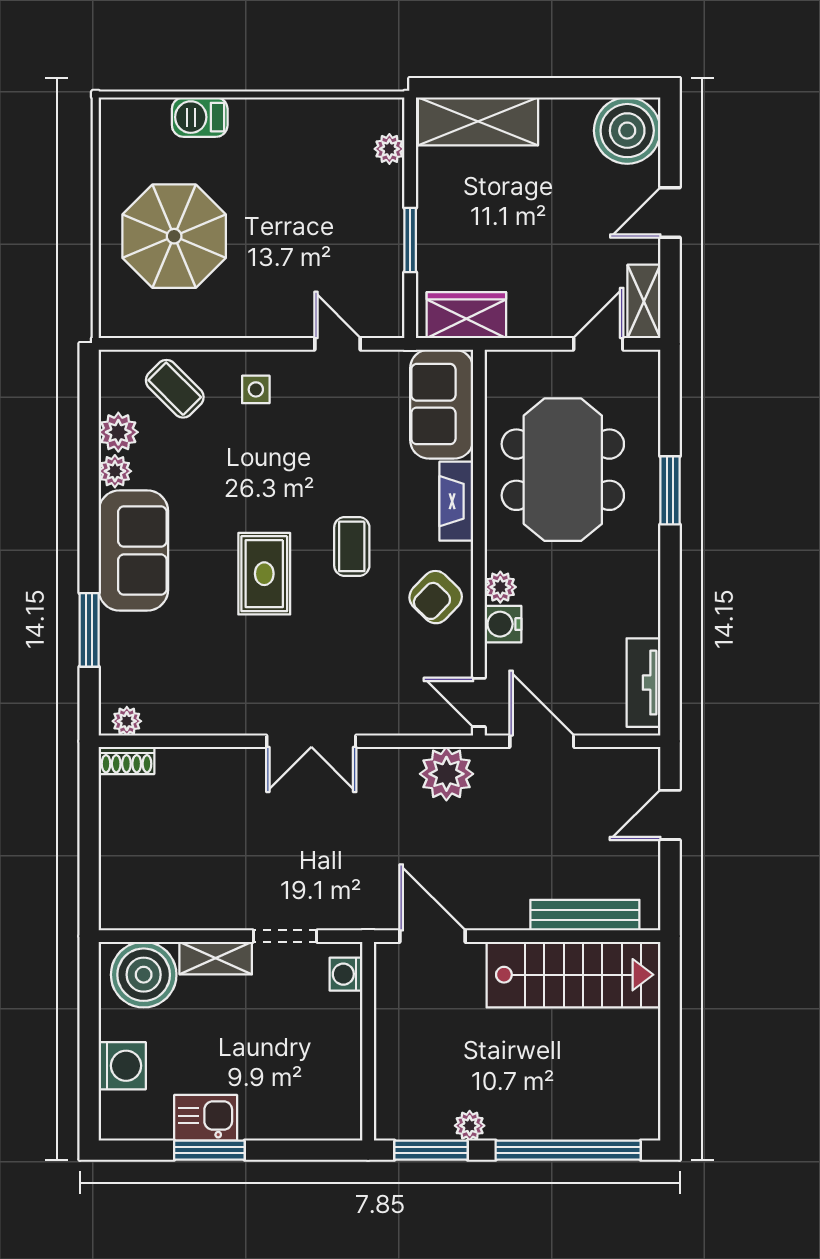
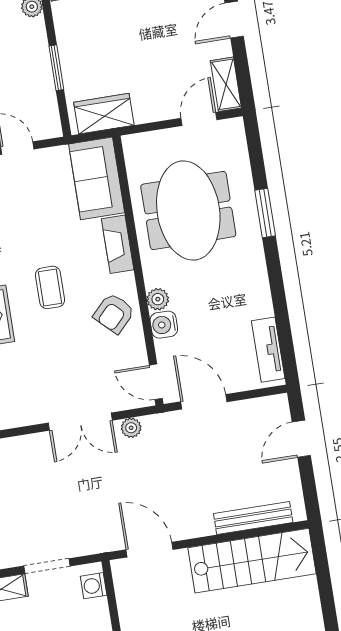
double door: (311, 741) -> (80, 422), moved
plant: (446, 774) -> (131, 428), width x0.53, depth x0.53

